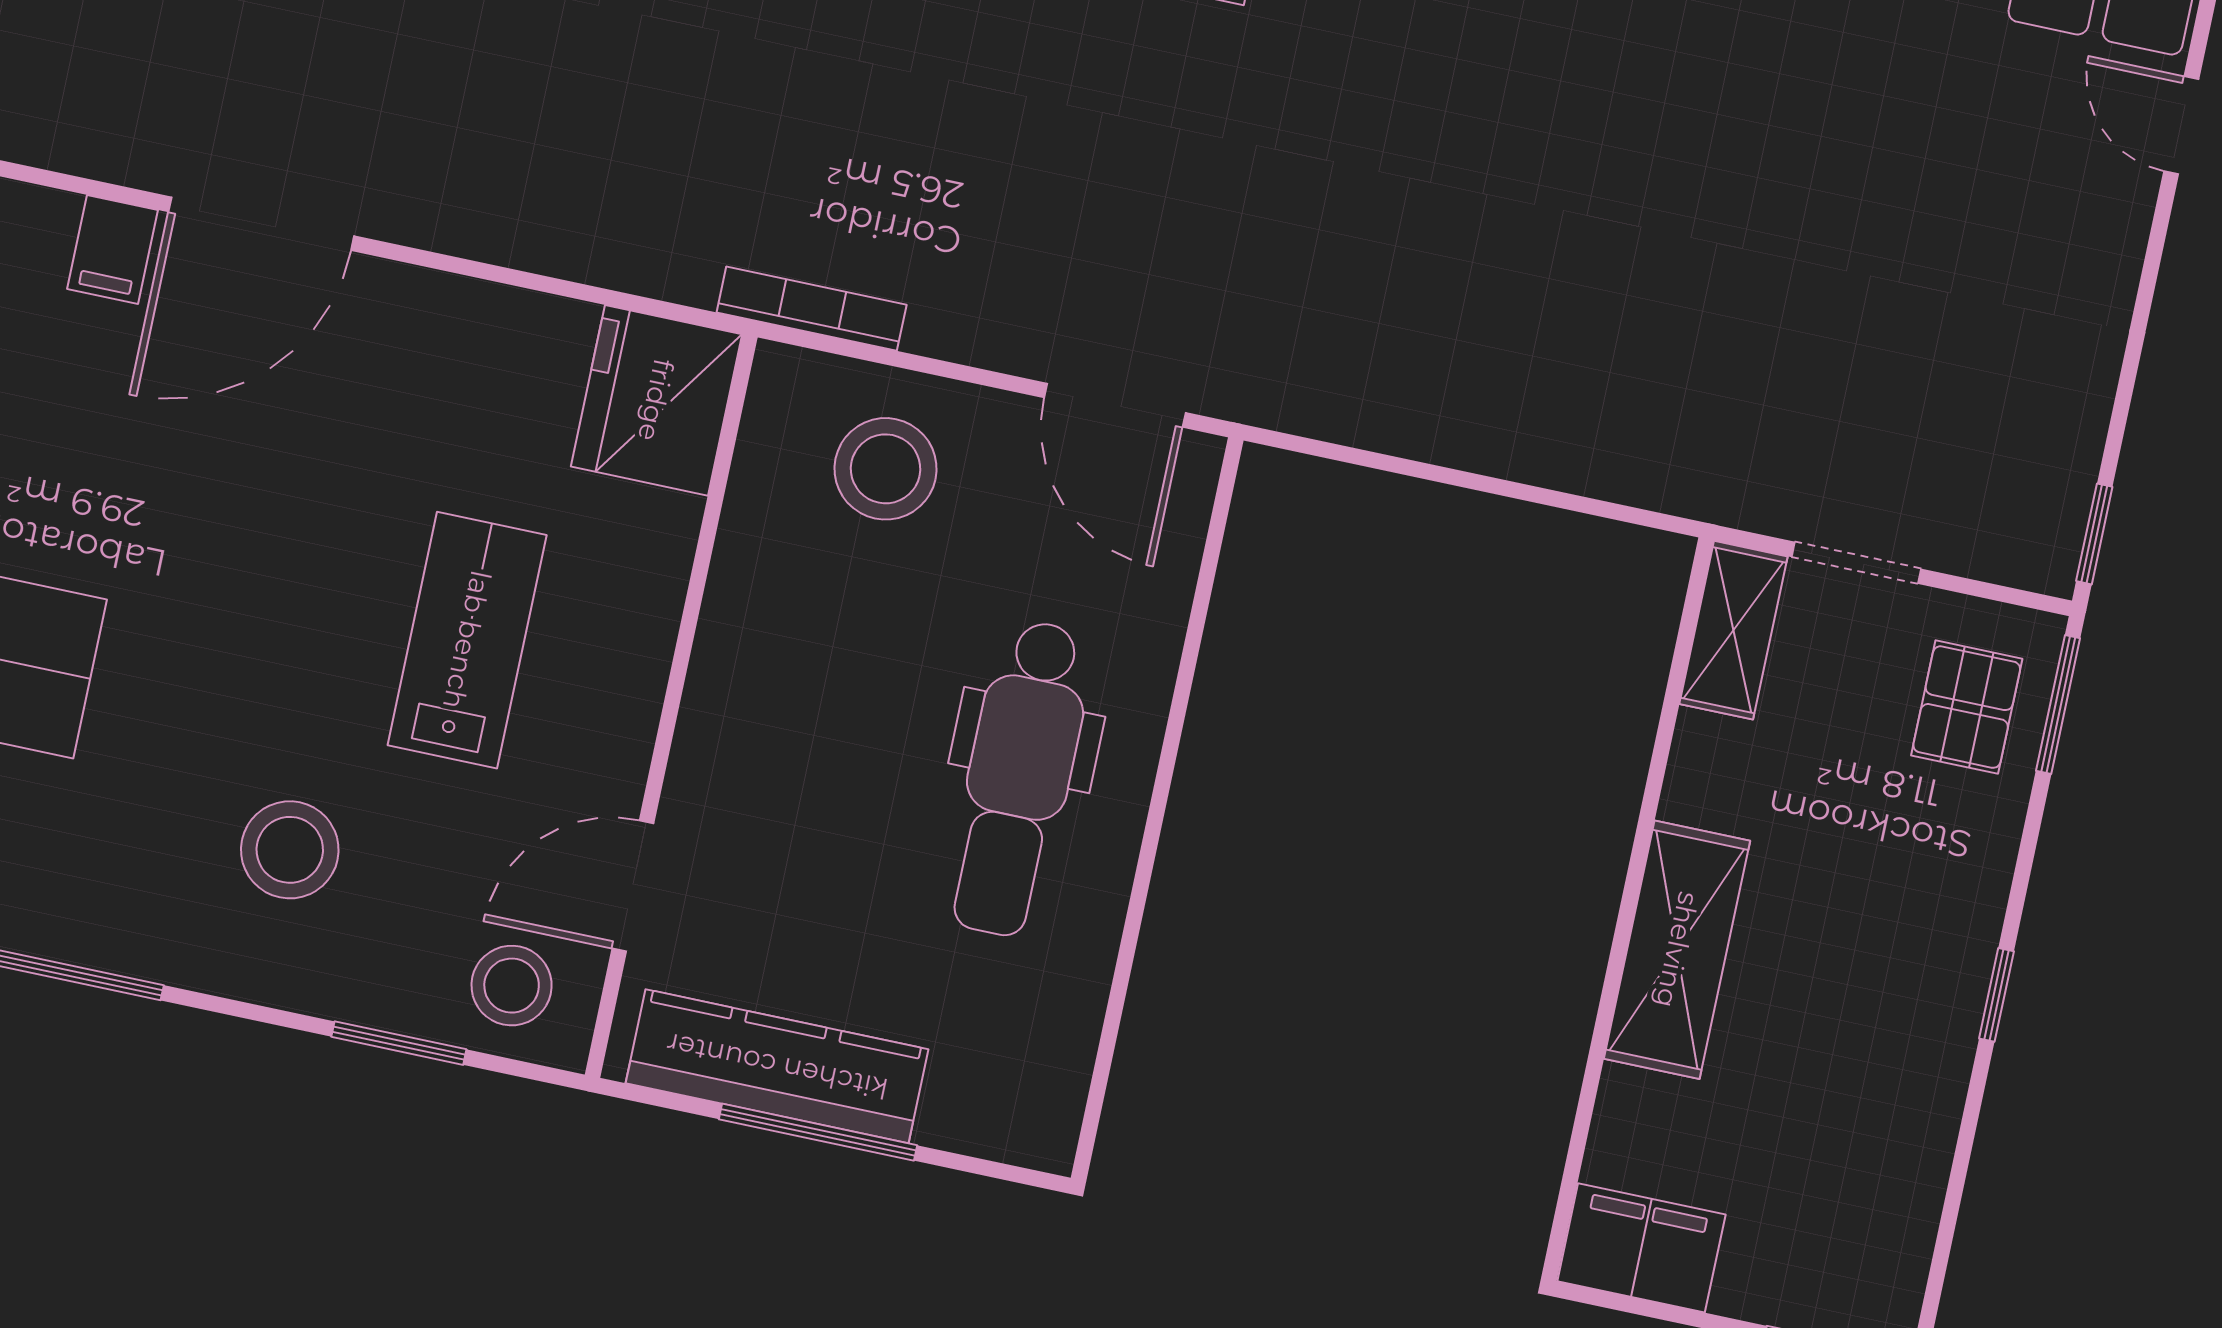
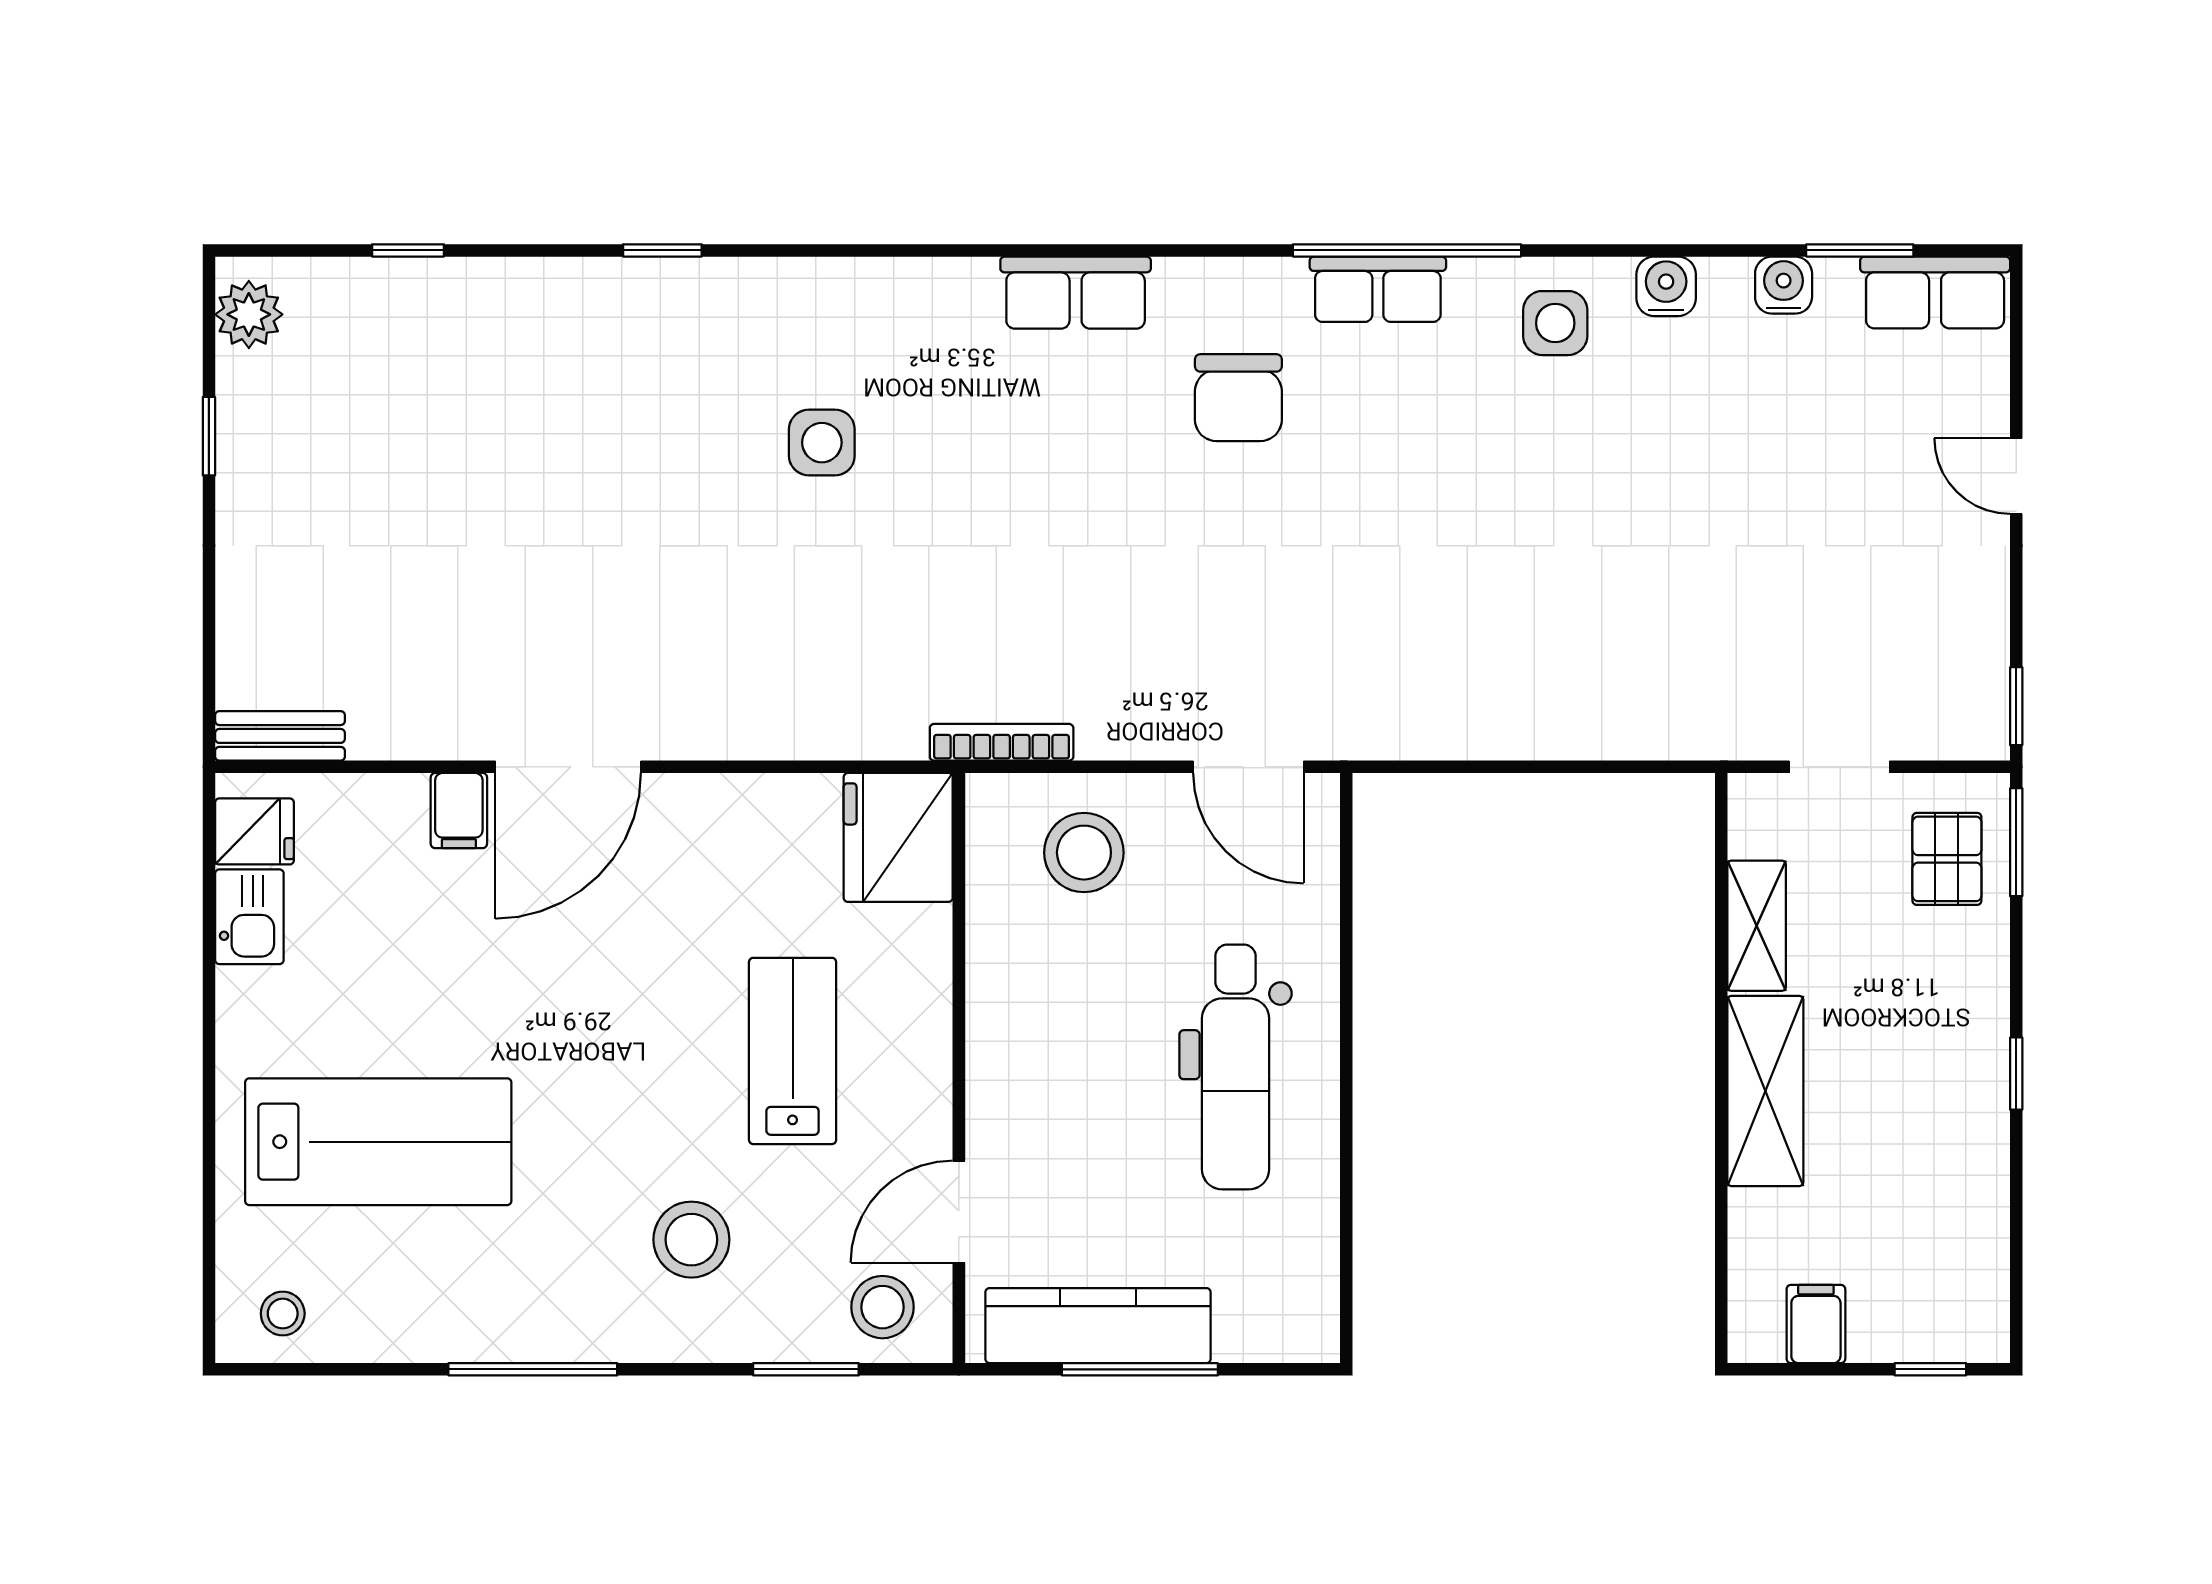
door: (2181, 125) -> (2016, 476), moved
shelving: (1733, 630) -> (1757, 926), moved
filing cabinet: (1641, 1248) -> (1816, 1324), width x0.50

